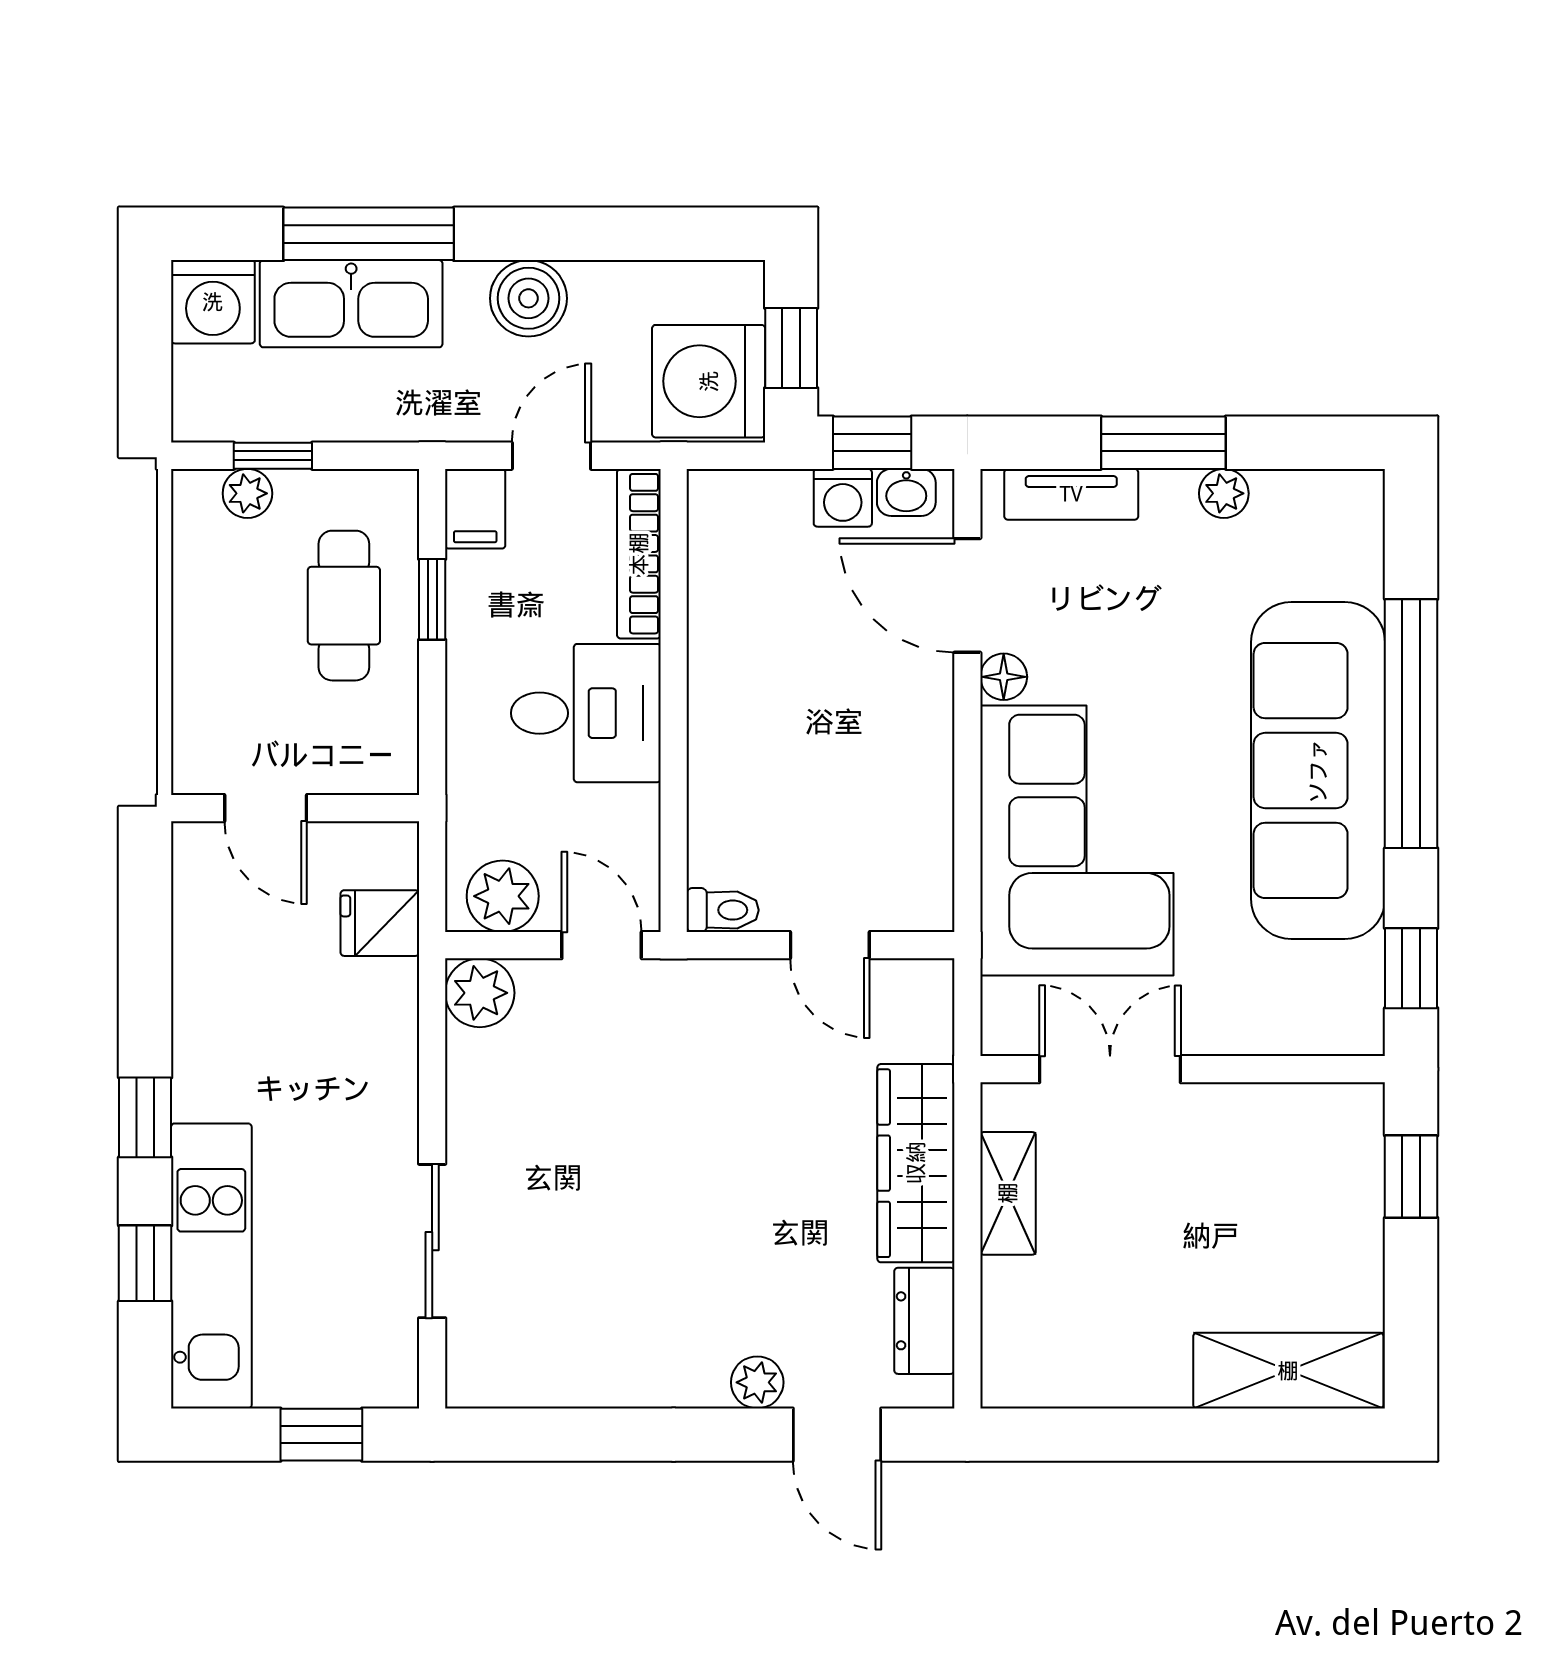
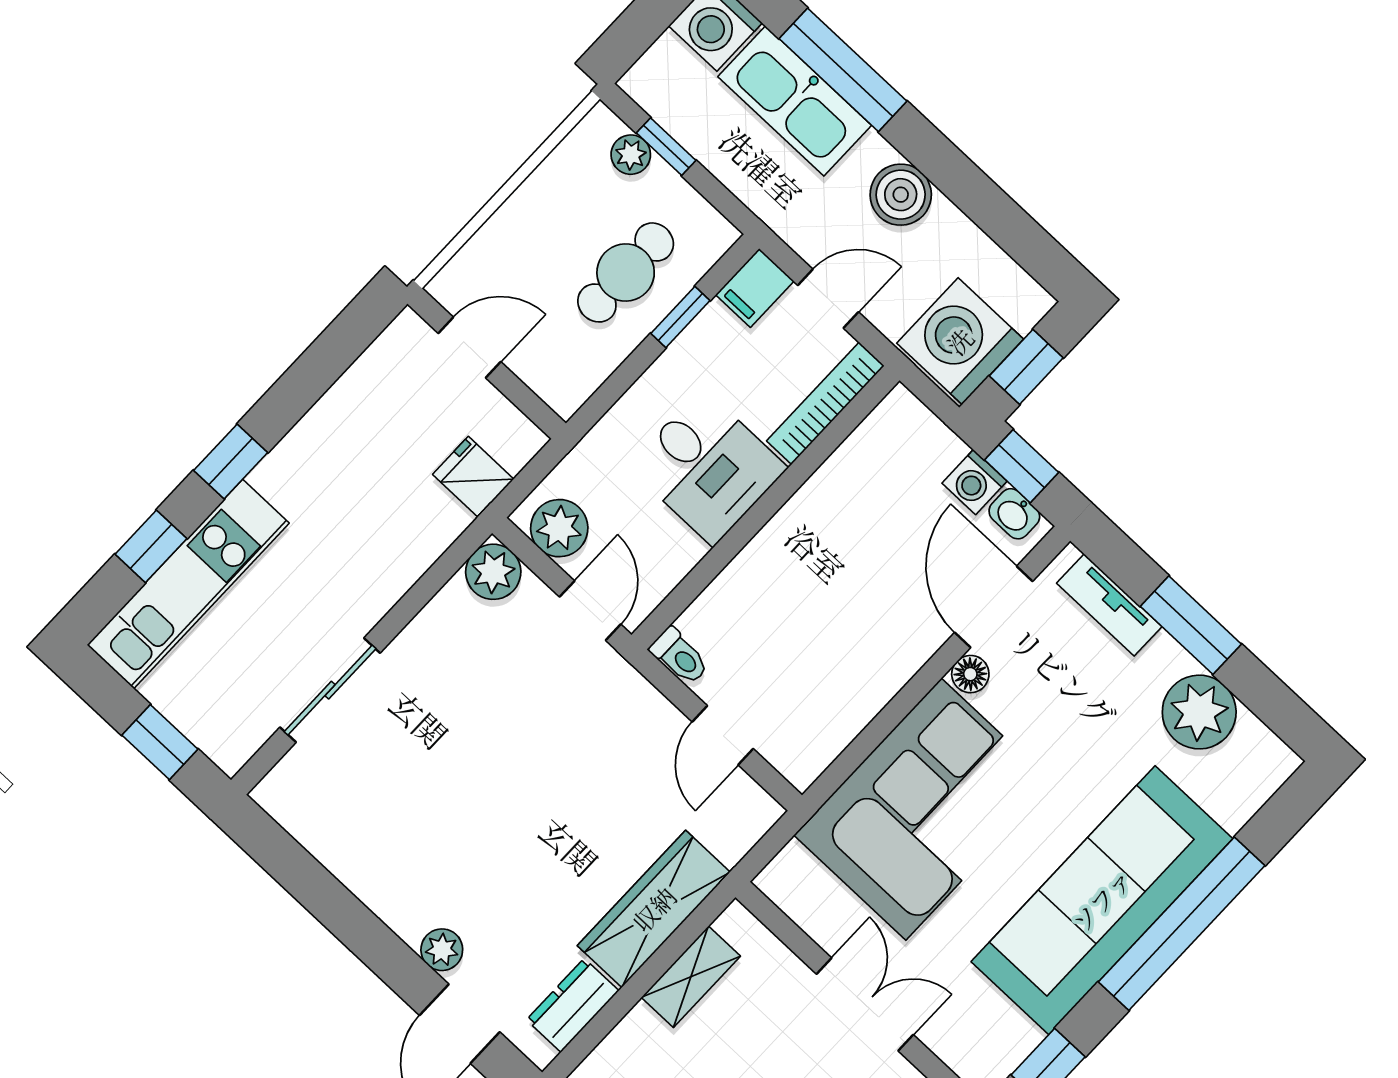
plant: (1224, 493) -> (1199, 712), width x1.87, depth x1.87
door: (266, 808) -> (470, 348), swing flipped
double door: (1110, 1069) -> (865, 1004), moved

